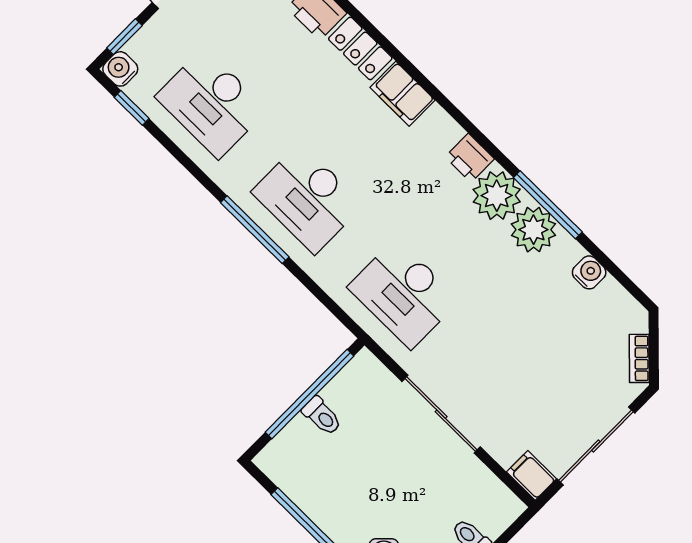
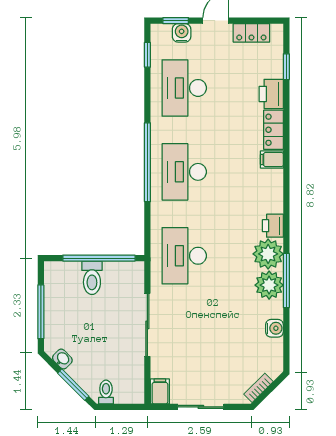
water cooler: (120, 69) -> (182, 33), moved
filing cabinet: (403, 94) -> (272, 160), width x0.50
window: (255, 230) -> (147, 162), width x1.46
toilet: (322, 416) -> (92, 278), width x1.37, depth x1.39
sliding door: (596, 446) -> (201, 407), width x0.73

